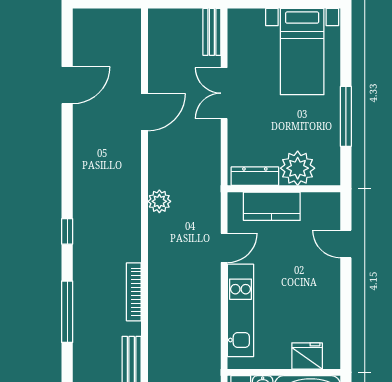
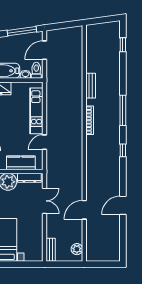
door: (67, 85) -> (123, 205), moved
double door: (224, 93) -> (45, 201), moved
plant: (159, 201) -> (77, 249), moved

